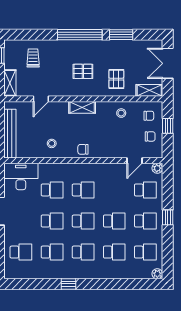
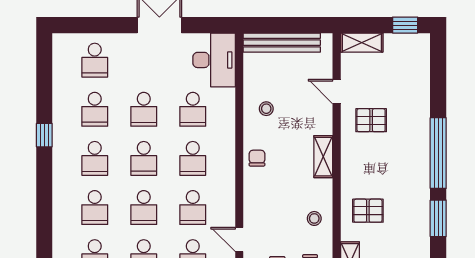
trolley: (33, 58) -> (401, 79), removed
pallet: (83, 71) -> (371, 120), moved, turned 90
school desk: (114, 190) -> (193, 208), added

